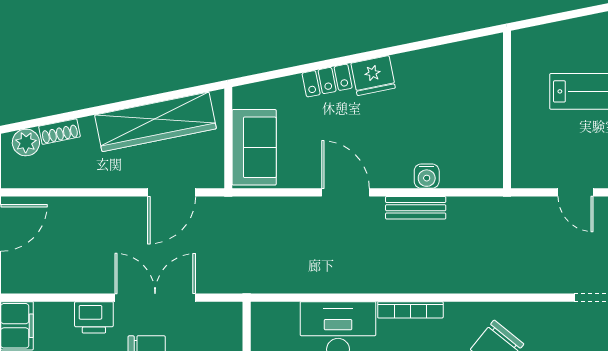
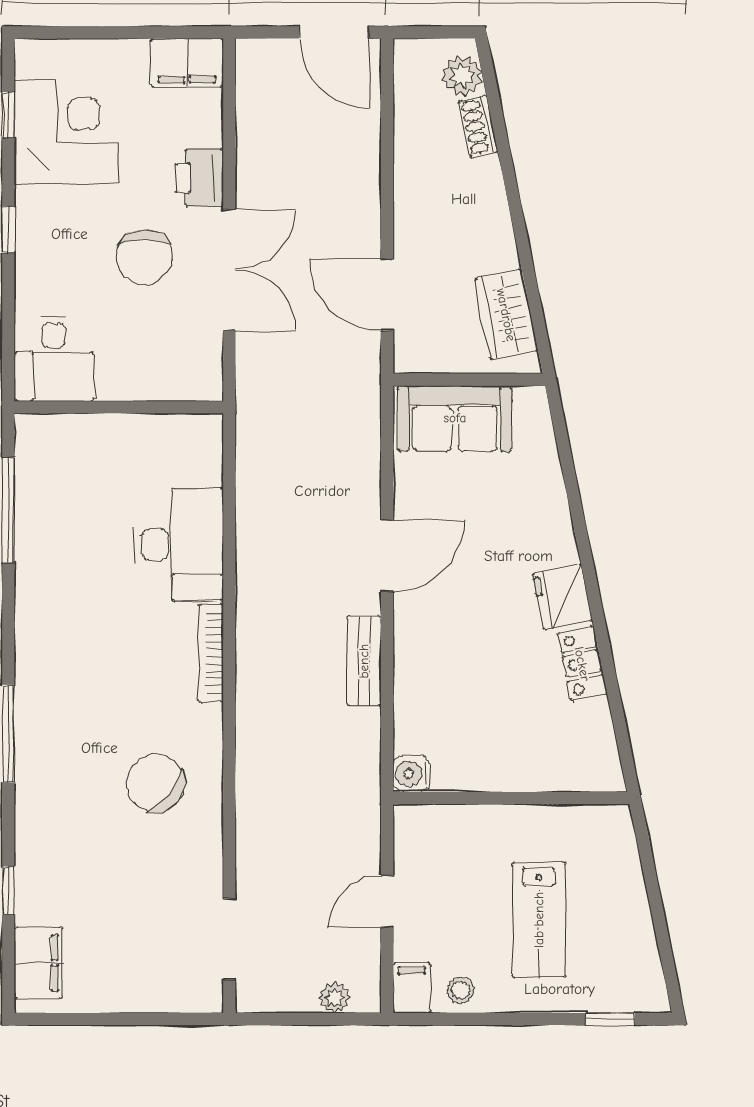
locker: (327, 81) -> (582, 664), moved
wardrobe: (155, 122) -> (506, 315), width x0.48, depth x0.85
water cooler: (427, 176) -> (412, 774), moved

